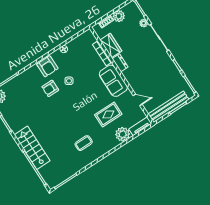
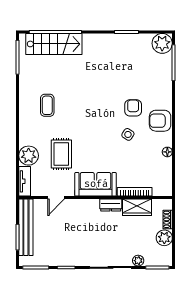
stairs: (32, 148) -> (54, 44), moved

